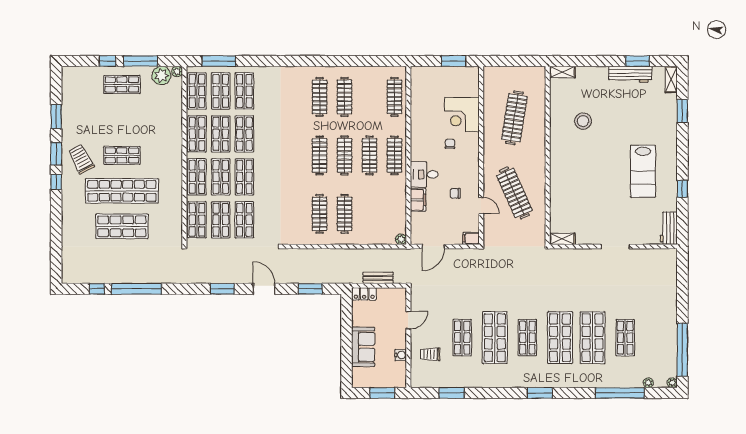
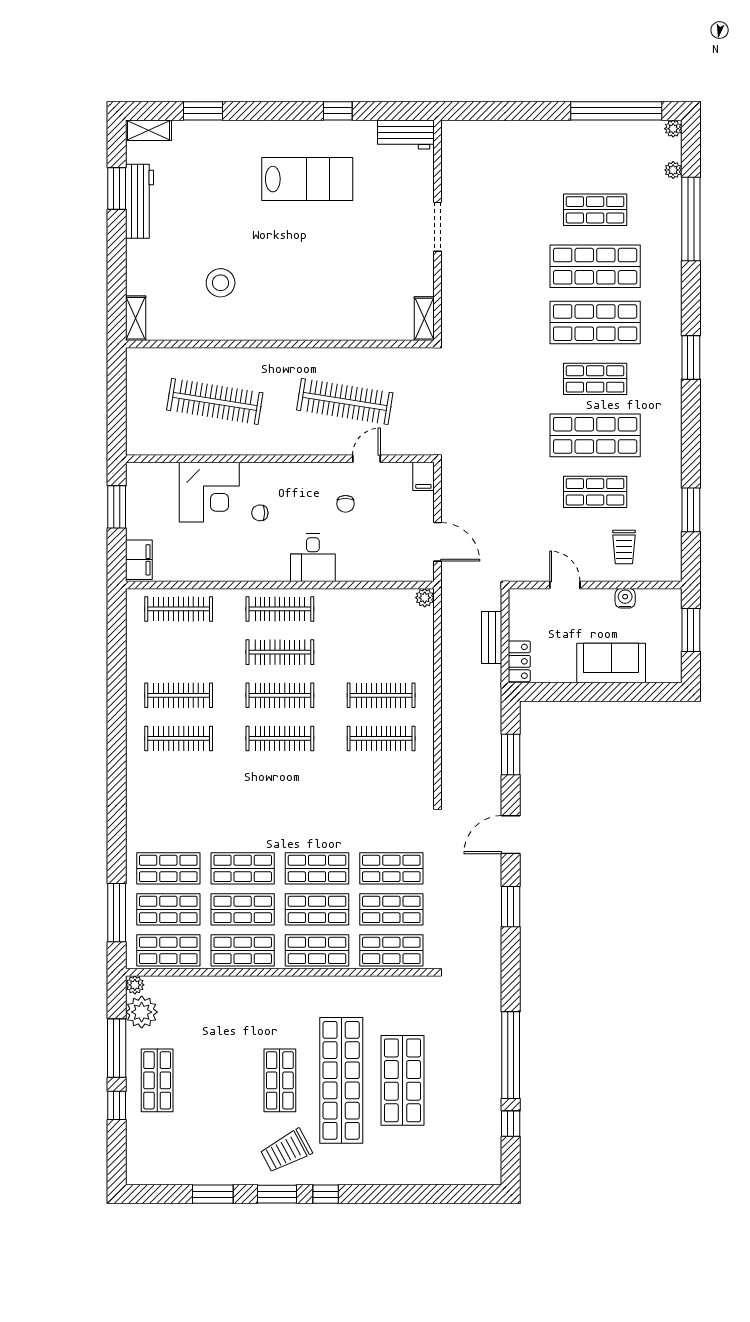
clothes rail: (514, 193) -> (345, 401), turned 33
filing cabinet: (418, 200) -> (139, 560), moved, turned 90

